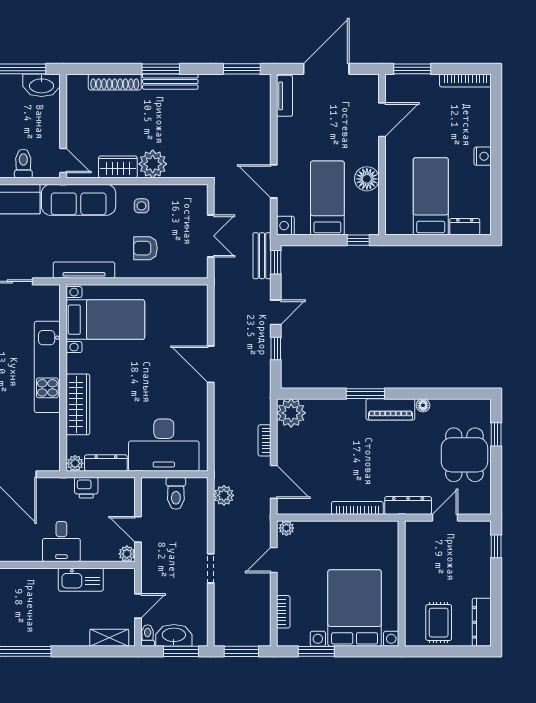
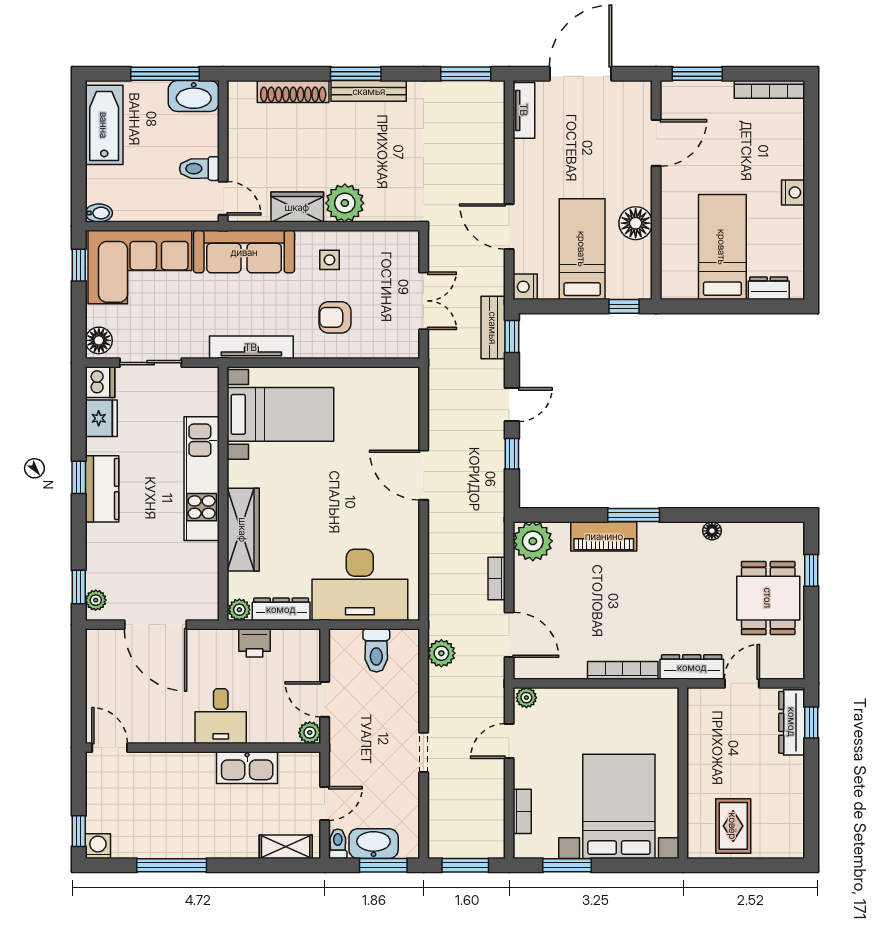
toilet: (23, 164) -> (199, 169), moved, turned -90
piano: (390, 409) -> (604, 536), moved
dresser: (482, 622) -> (792, 722), moved

